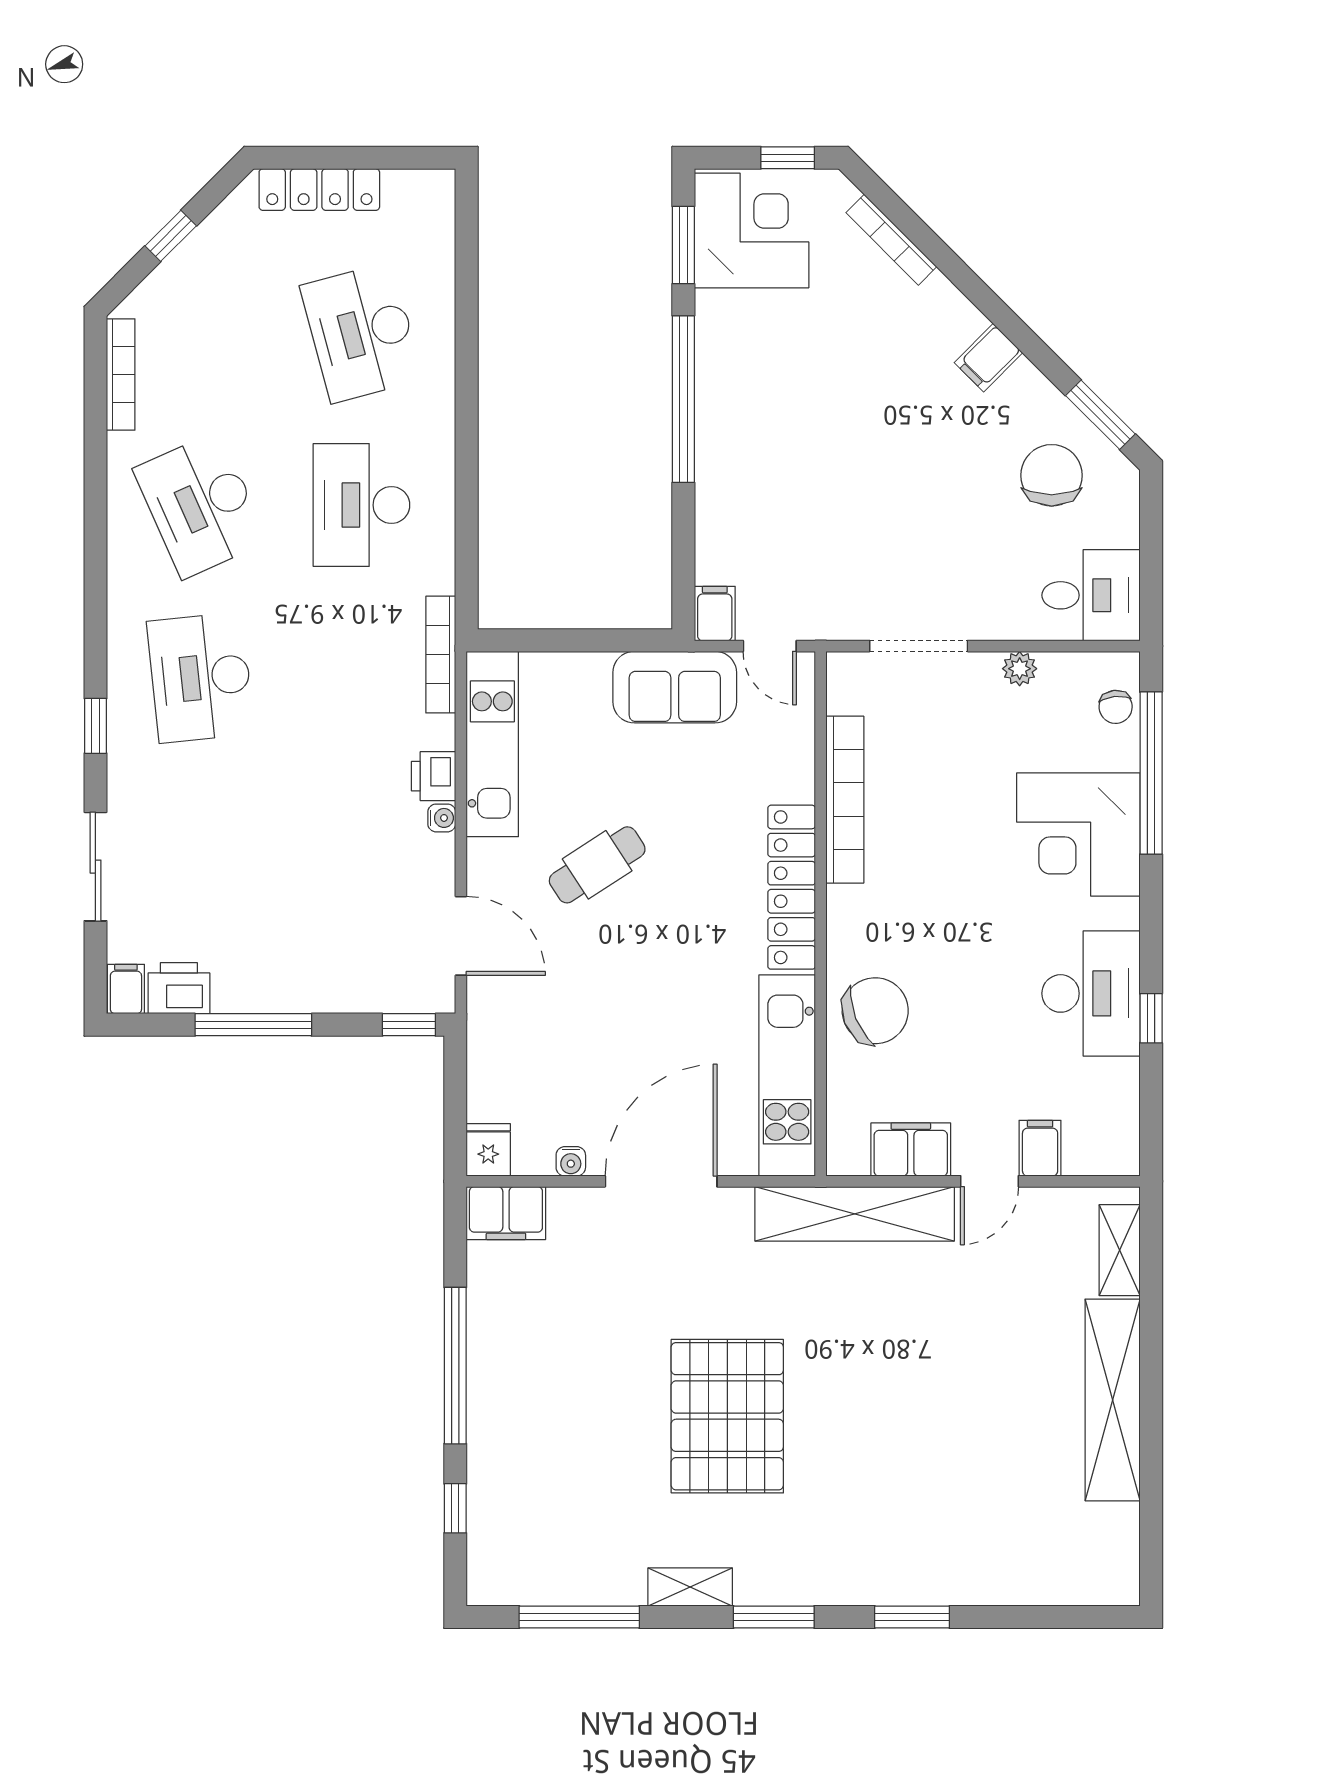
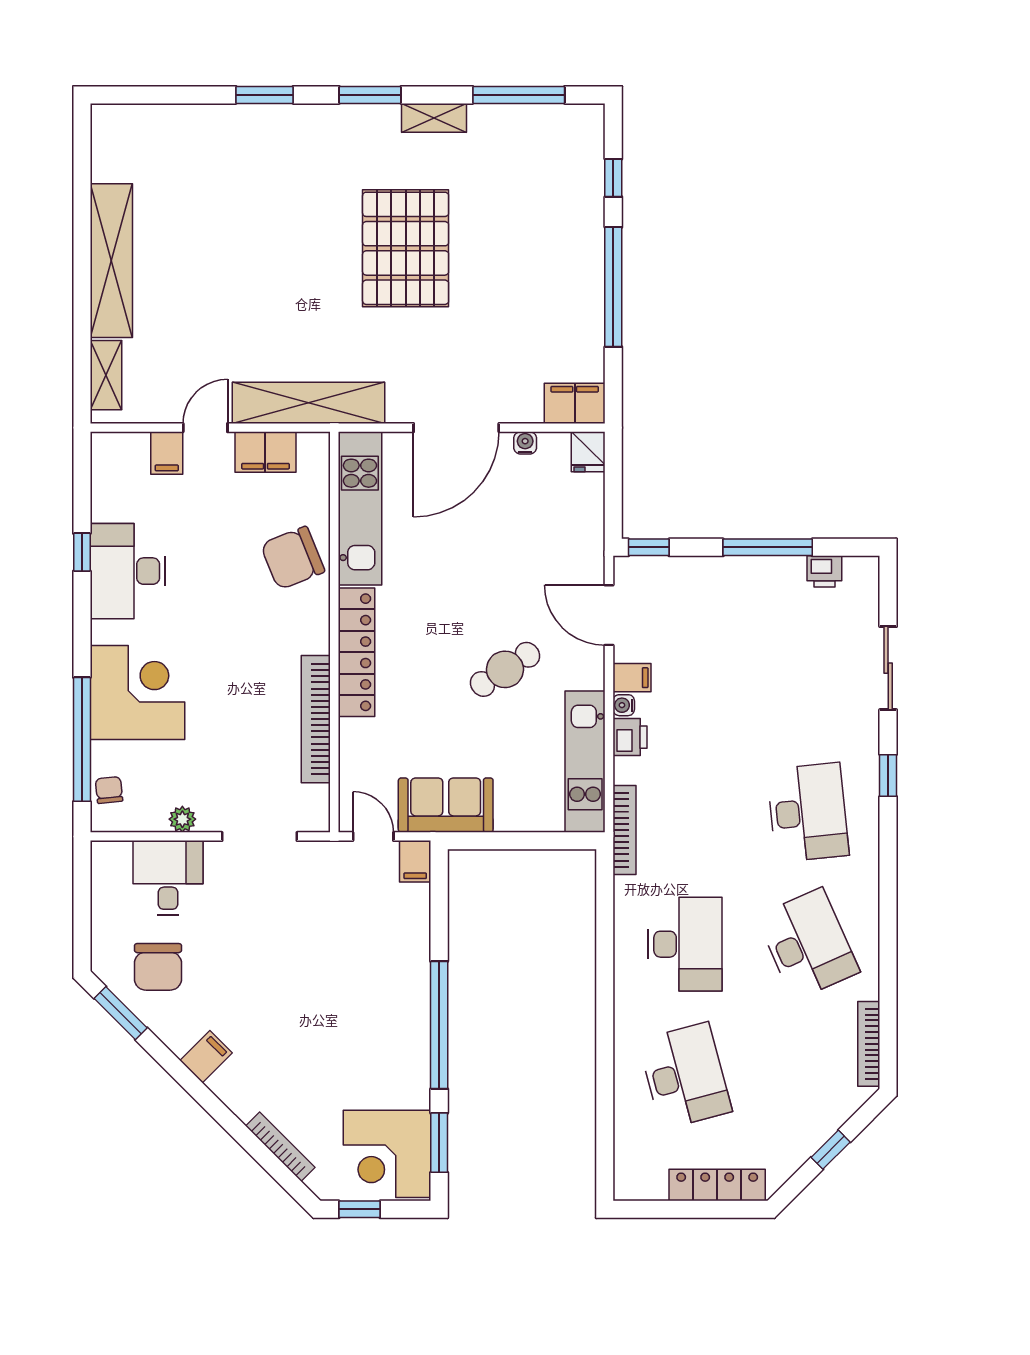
desk: (1091, 595) -> (168, 878), moved, turned 90
printer: (179, 988) -> (824, 571), width x0.73, depth x0.81
filing cabinet: (126, 989) -> (632, 678), moved, turned -90

